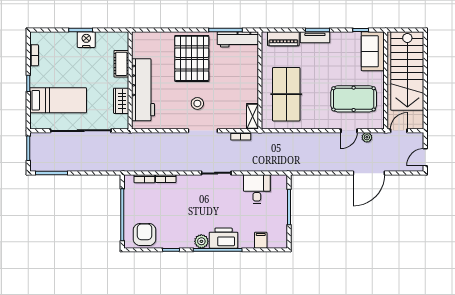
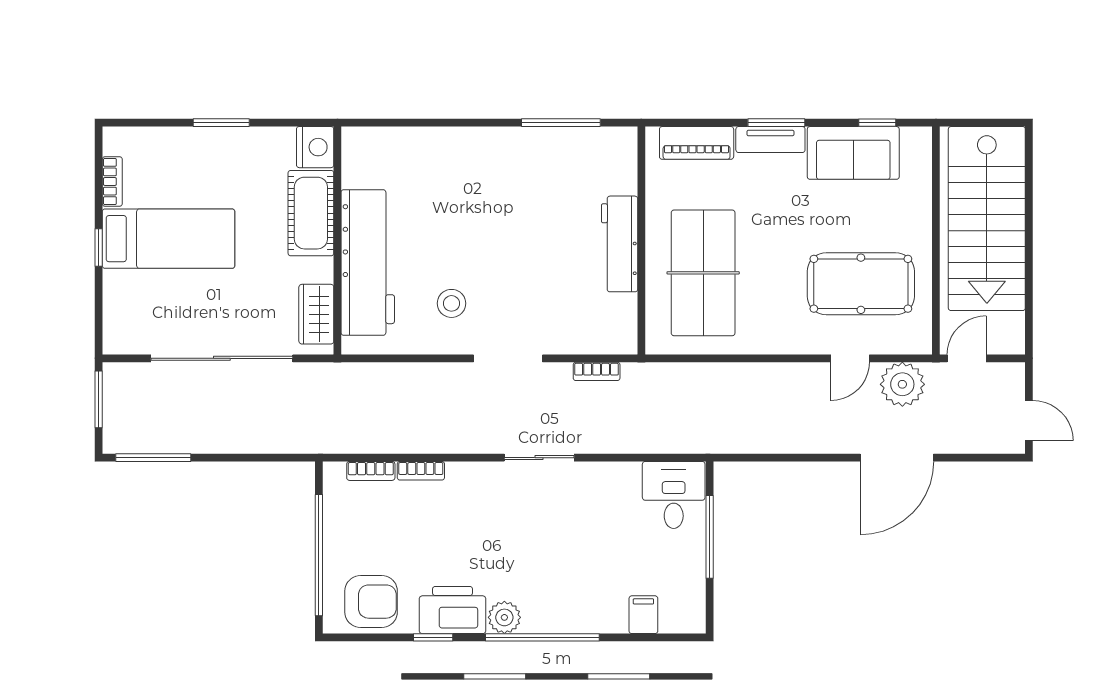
workbench: (238, 39) -> (620, 244), moved, turned 90
nightstand: (86, 40) -> (315, 147), moved, turned 90
sofa: (373, 51) -> (853, 153), moved, turned -90
pallet: (192, 58) -> (482, 189), removed
cot: (121, 64) -> (311, 213), width x1.37, depth x1.34
bed: (58, 100) -> (169, 239), moved
wardrobe: (121, 101) -> (316, 314), moved
stool: (197, 103) -> (451, 303), moved
shelving: (252, 116) -> (624, 325), removed
plant: (367, 137) -> (902, 384), width x1.87, depth x1.87
door: (425, 157) -> (1029, 420), swing flipped
desk: (257, 189) -> (674, 495), moved
armchair: (145, 235) -> (371, 602), turned 90
printer: (224, 238) -> (453, 610), moved

